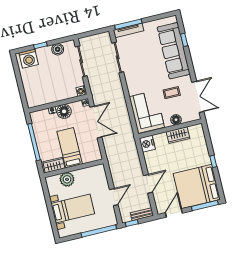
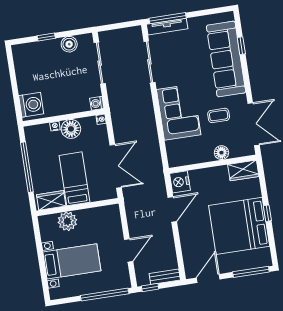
washing machine: (29, 59) -> (31, 105), moved, turned -90
corner sofa: (147, 112) -> (179, 112), moved
double door: (96, 122) -> (116, 166), moved
wardrobe: (178, 135) -> (243, 170), moved
door: (148, 184) -> (172, 209), moved
bed: (197, 186) -> (239, 226), moved

